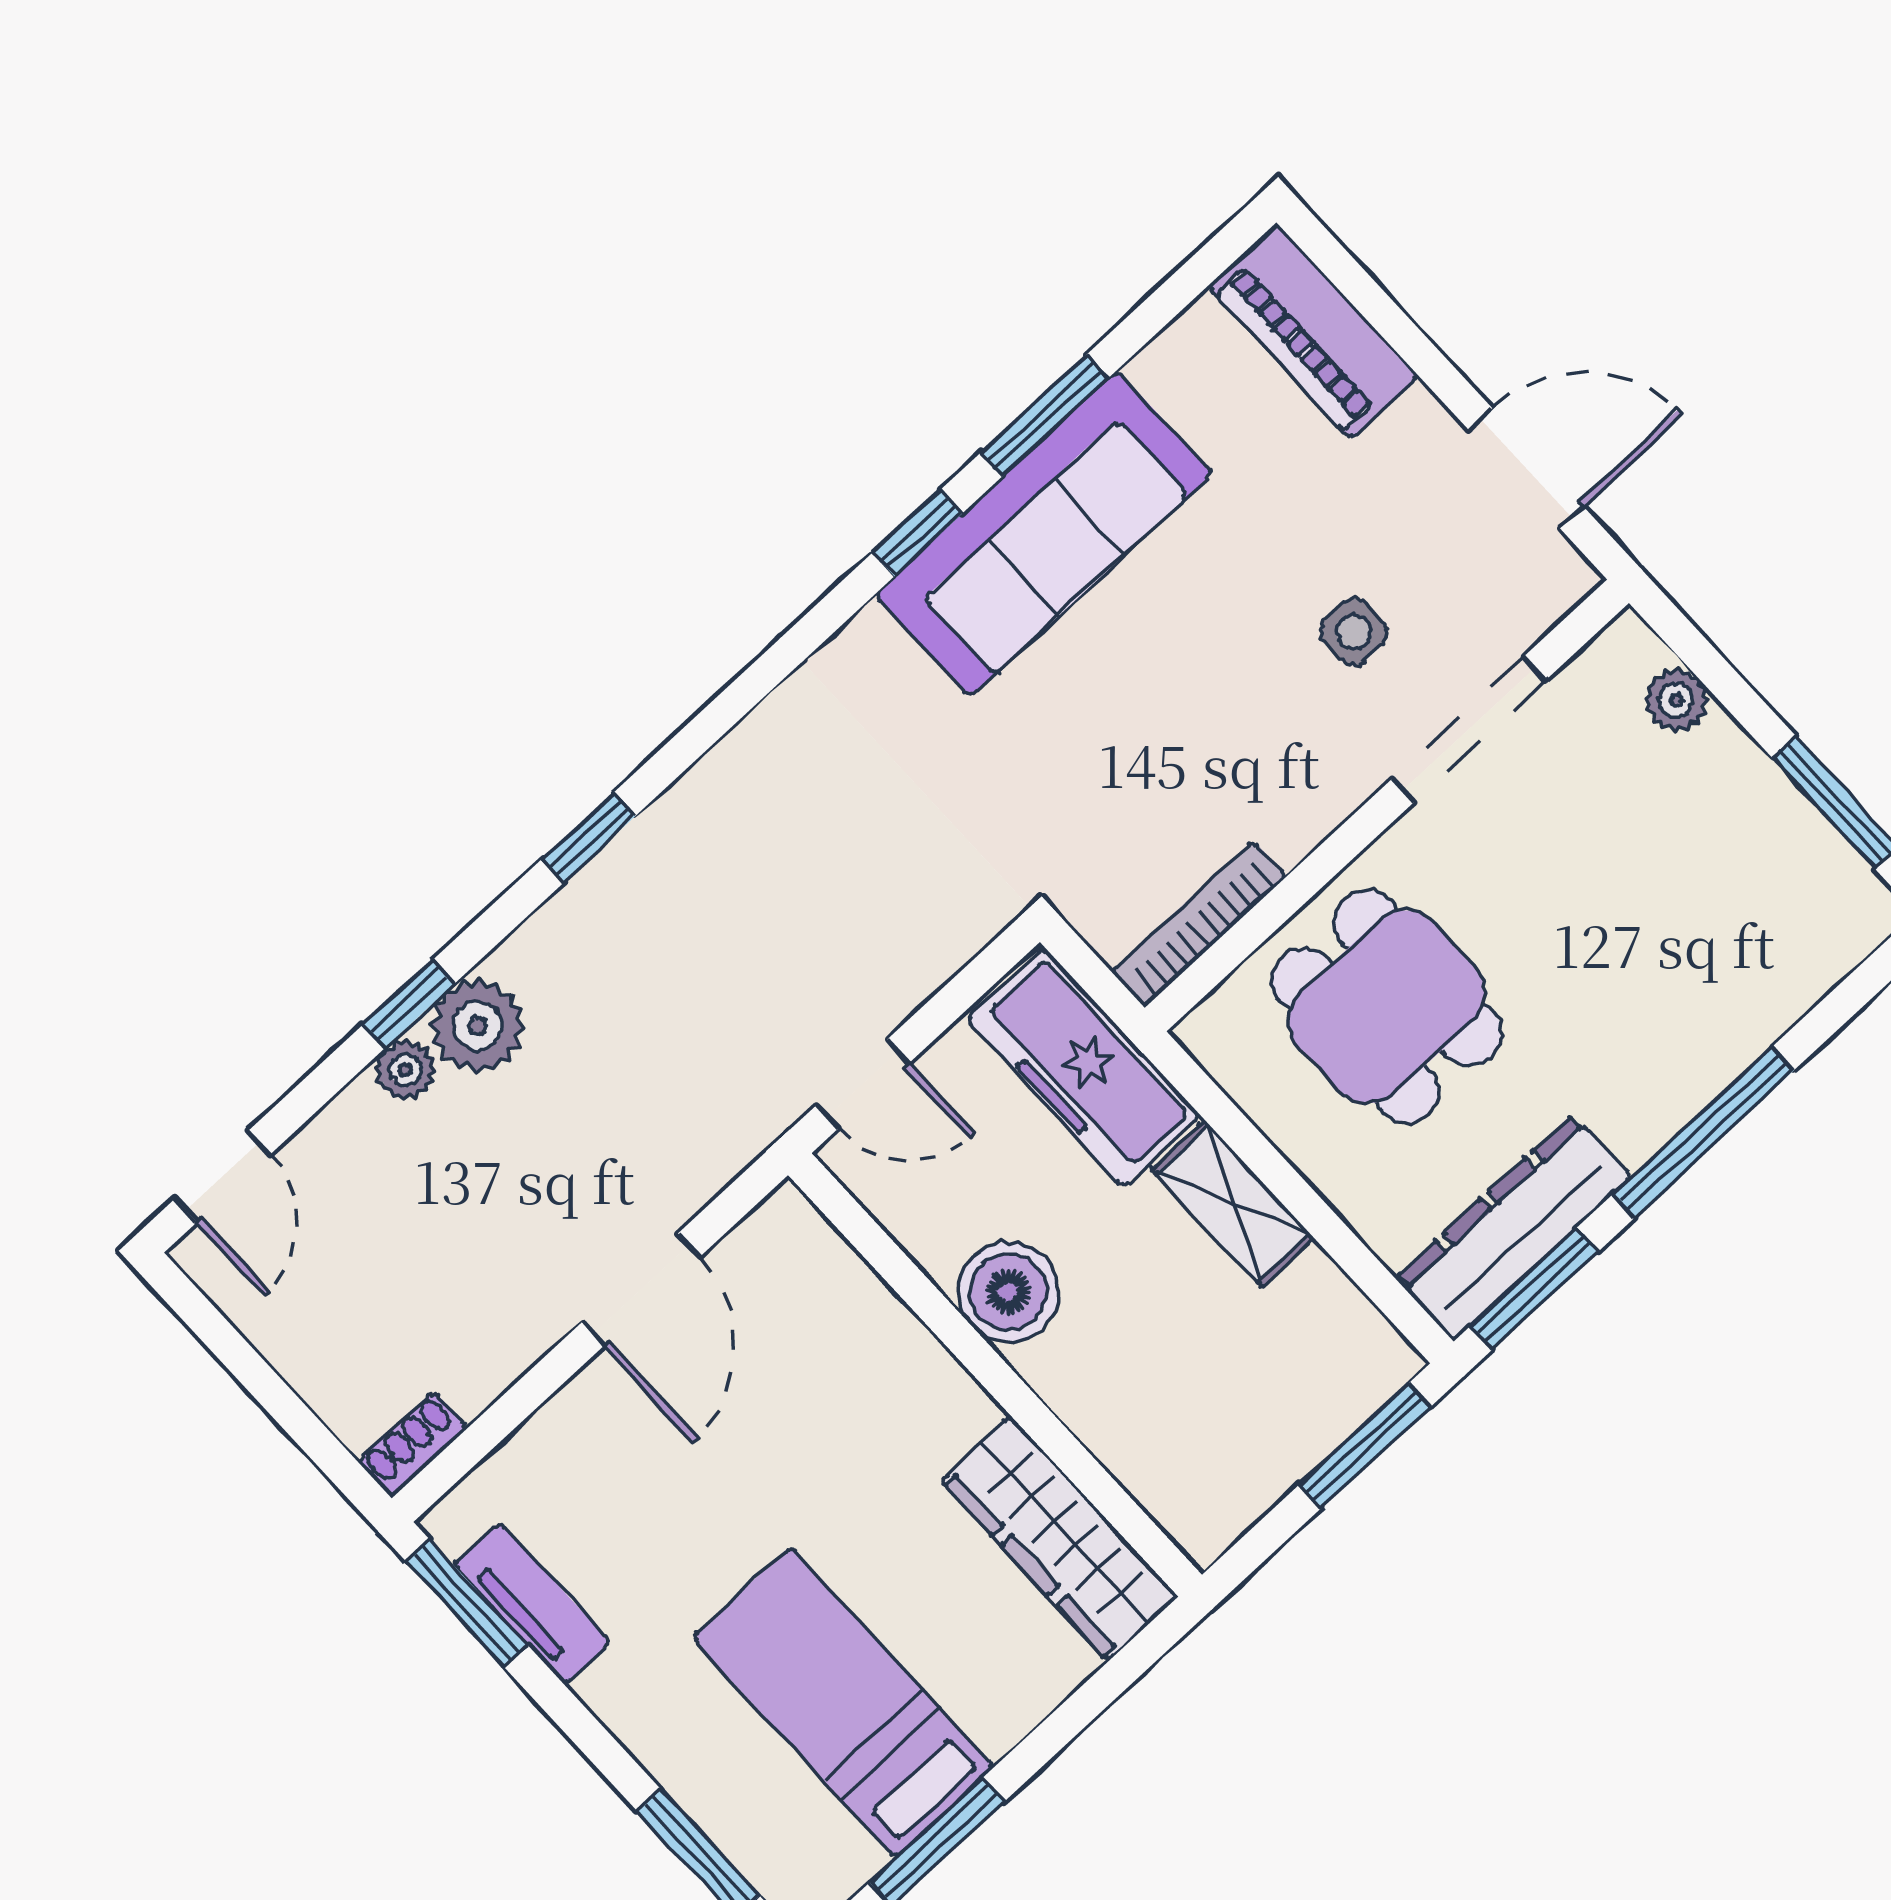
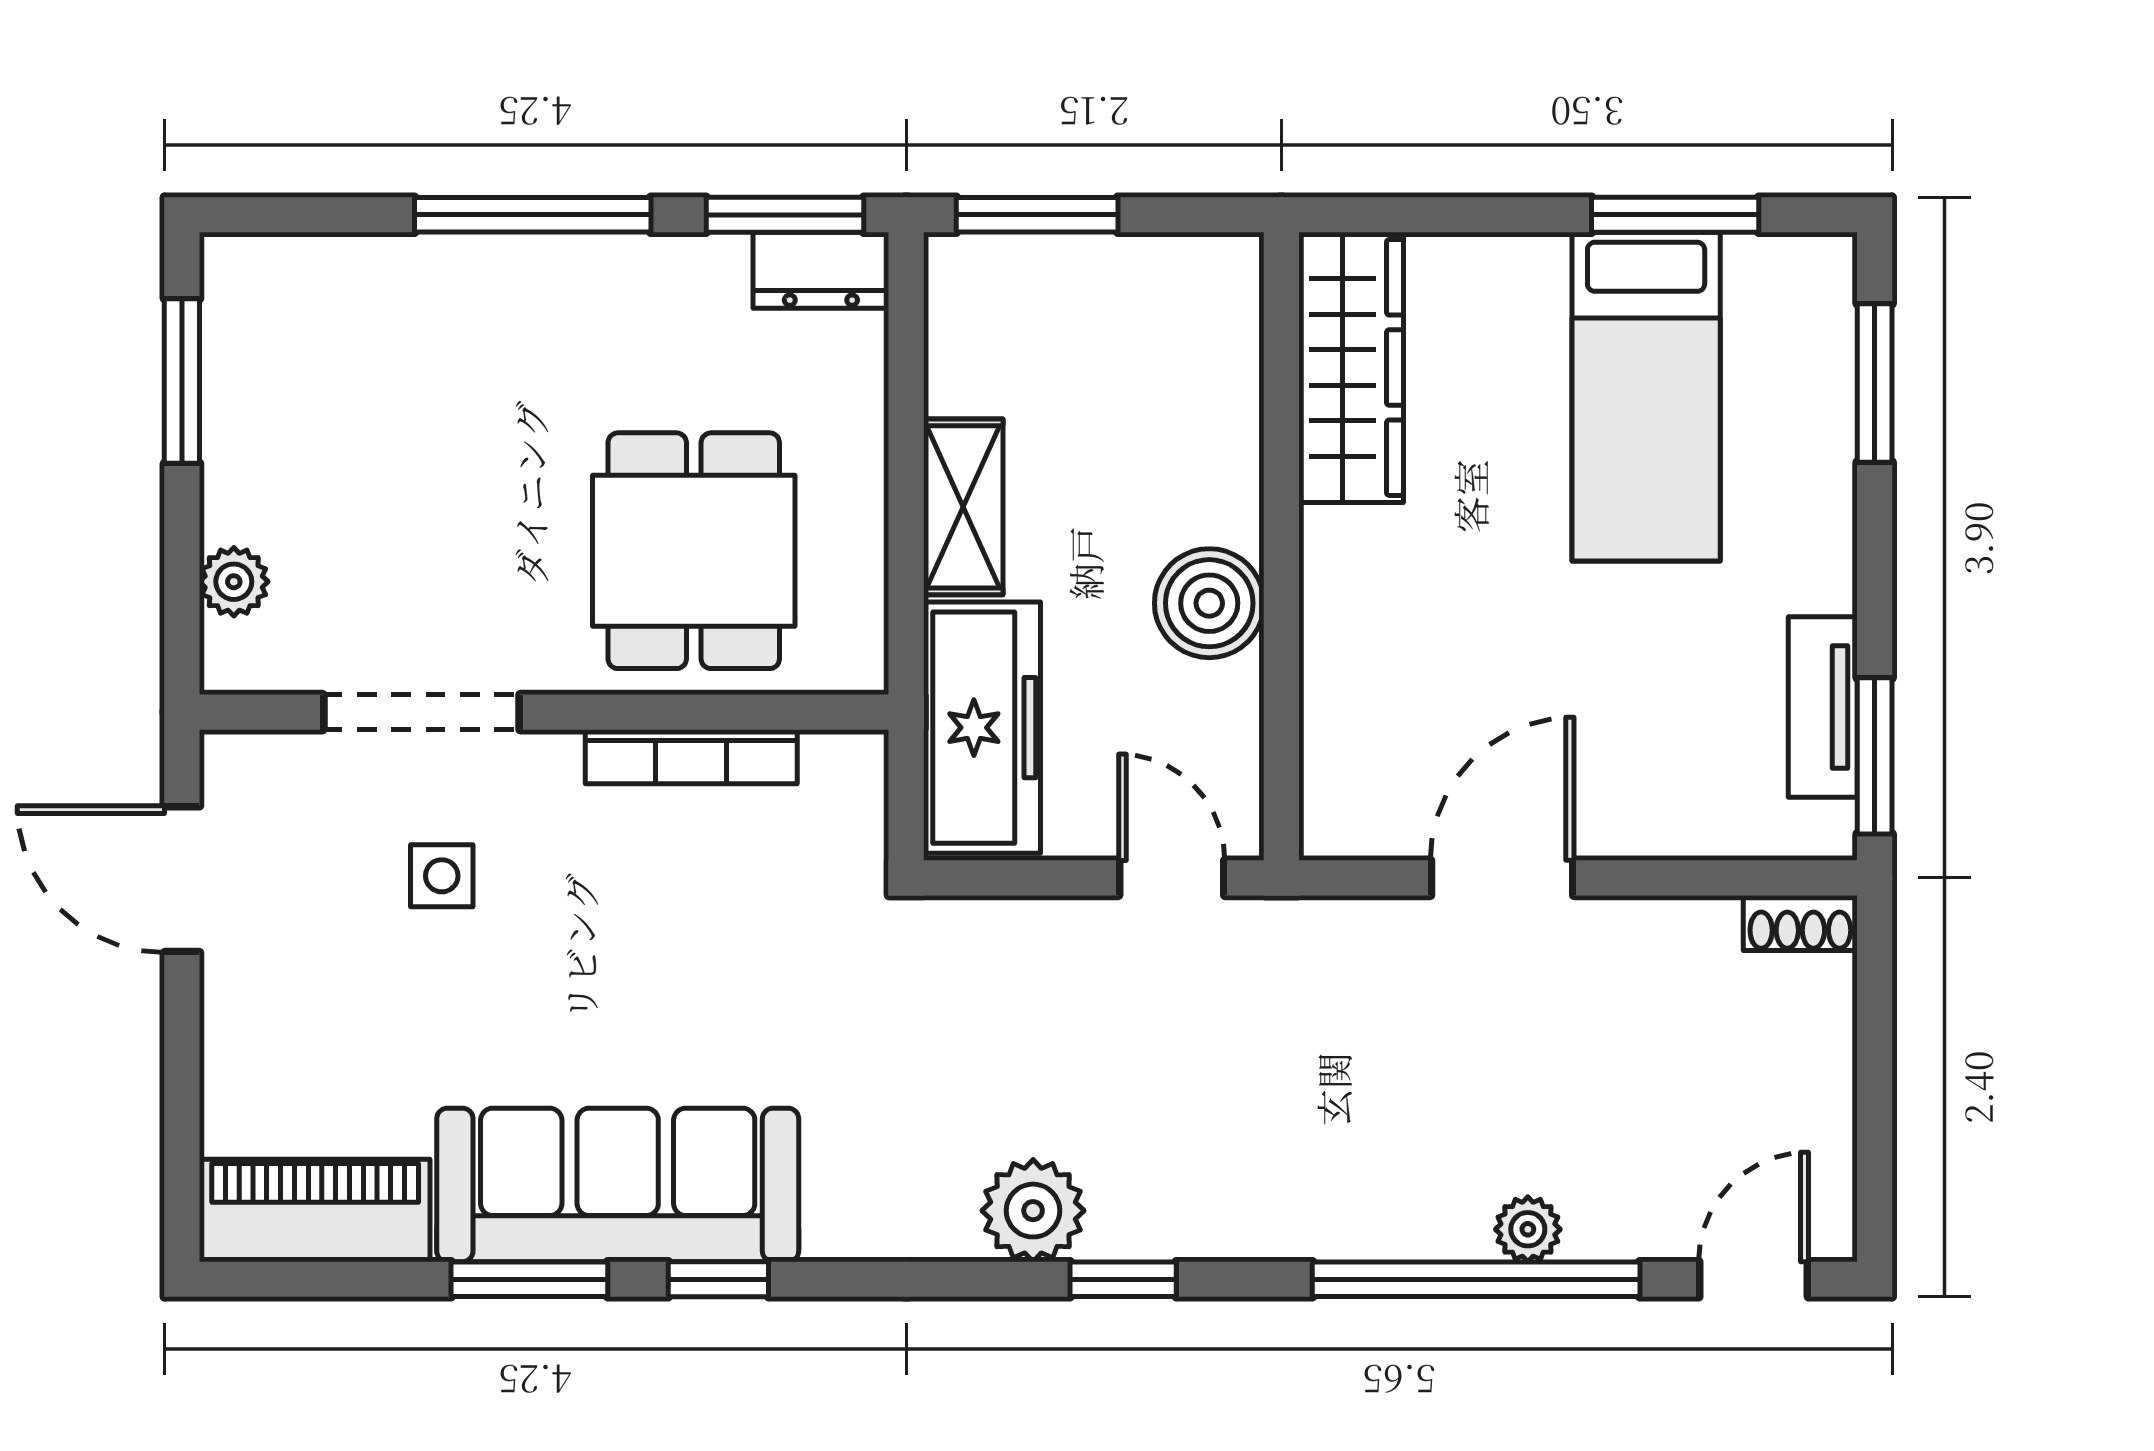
piano: (1313, 331) -> (315, 1210), moved, turned -90
window: (589, 838) -> (1123, 1279), moved
bookcase: (1199, 924) -> (691, 757), moved
window: (409, 1004) -> (1476, 1279), width x3.17
plant: (478, 1026) -> (1033, 1211), moved
dresser: (1514, 1227) -> (821, 270), width x0.51, depth x0.80

